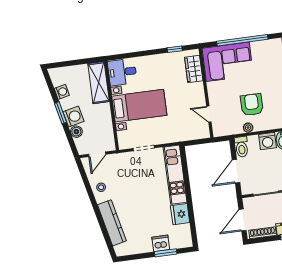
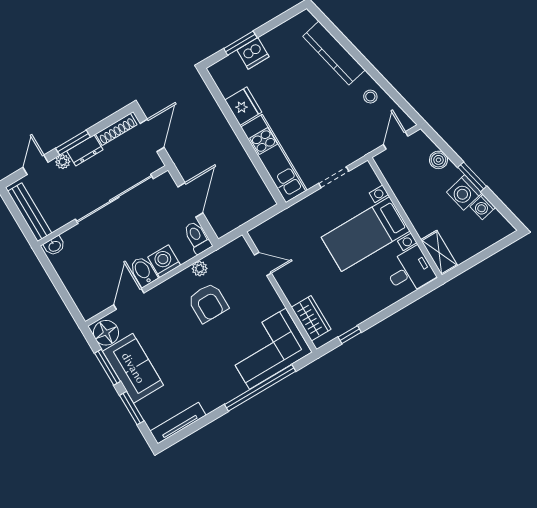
shelving: (99, 83) -> (439, 253), width x0.67, depth x0.75
washing machine: (73, 117) -> (464, 193), moved

